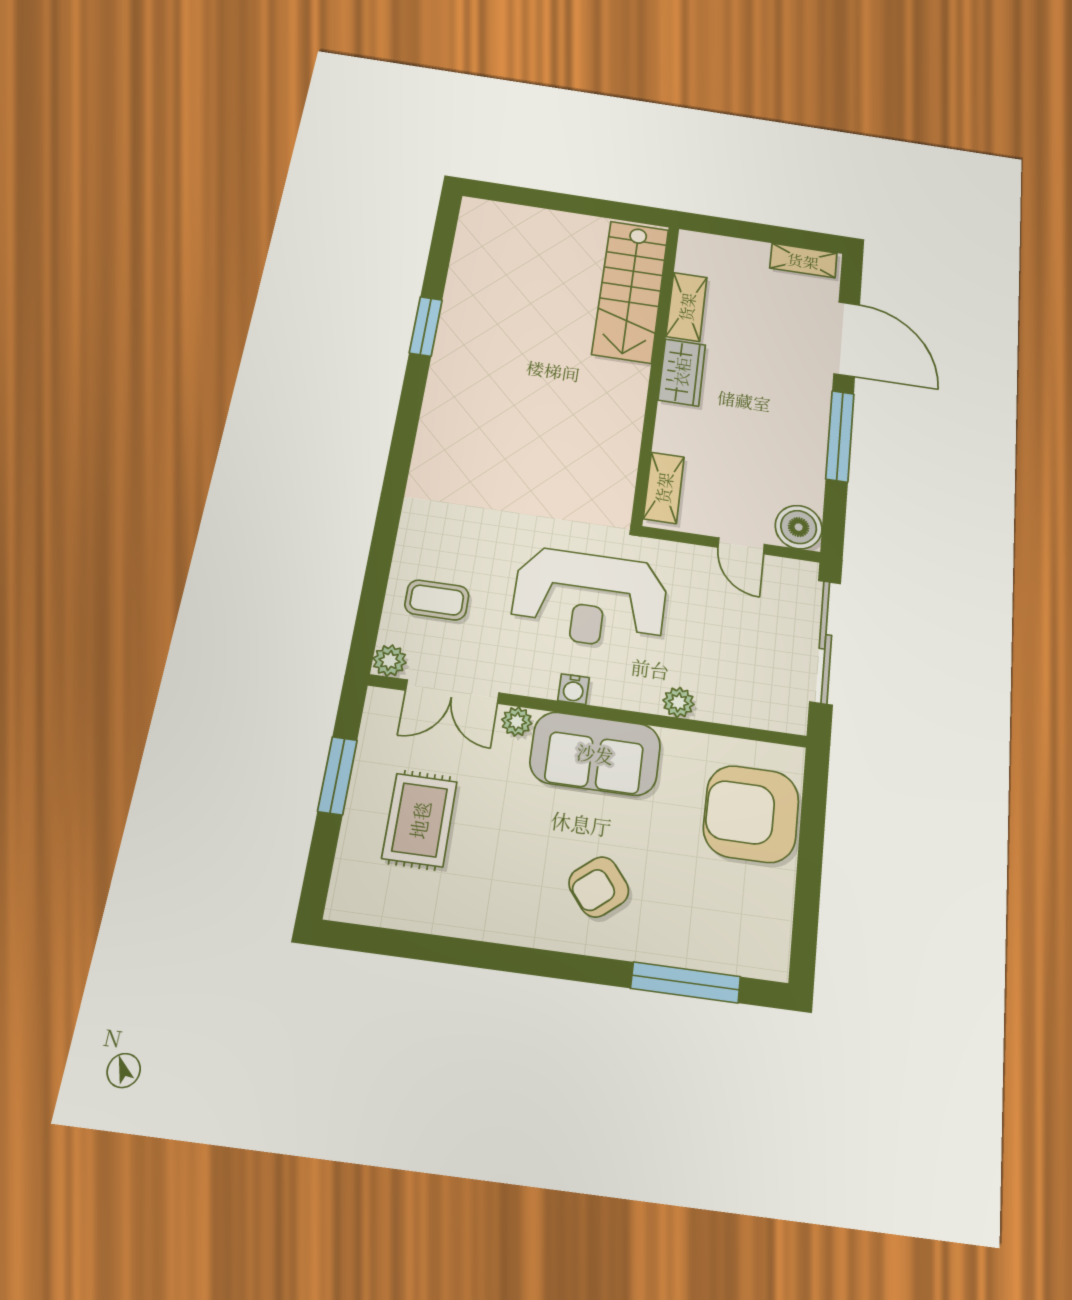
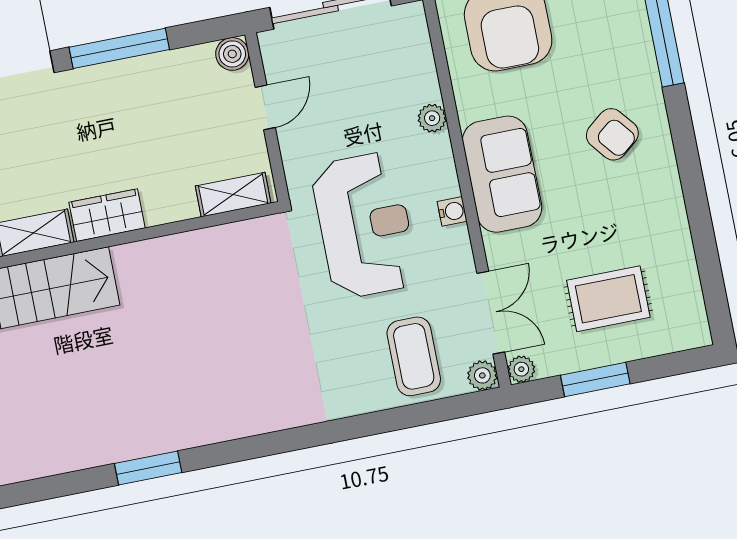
boiler: (799, 527) -> (232, 54), width x0.73, depth x0.73
coffee table: (437, 600) -> (414, 356), width x1.36, depth x1.30
plant: (517, 722) -> (521, 369), moved

